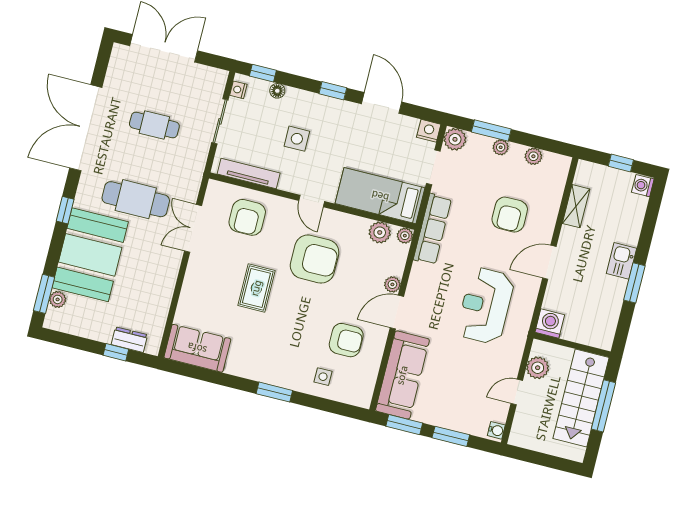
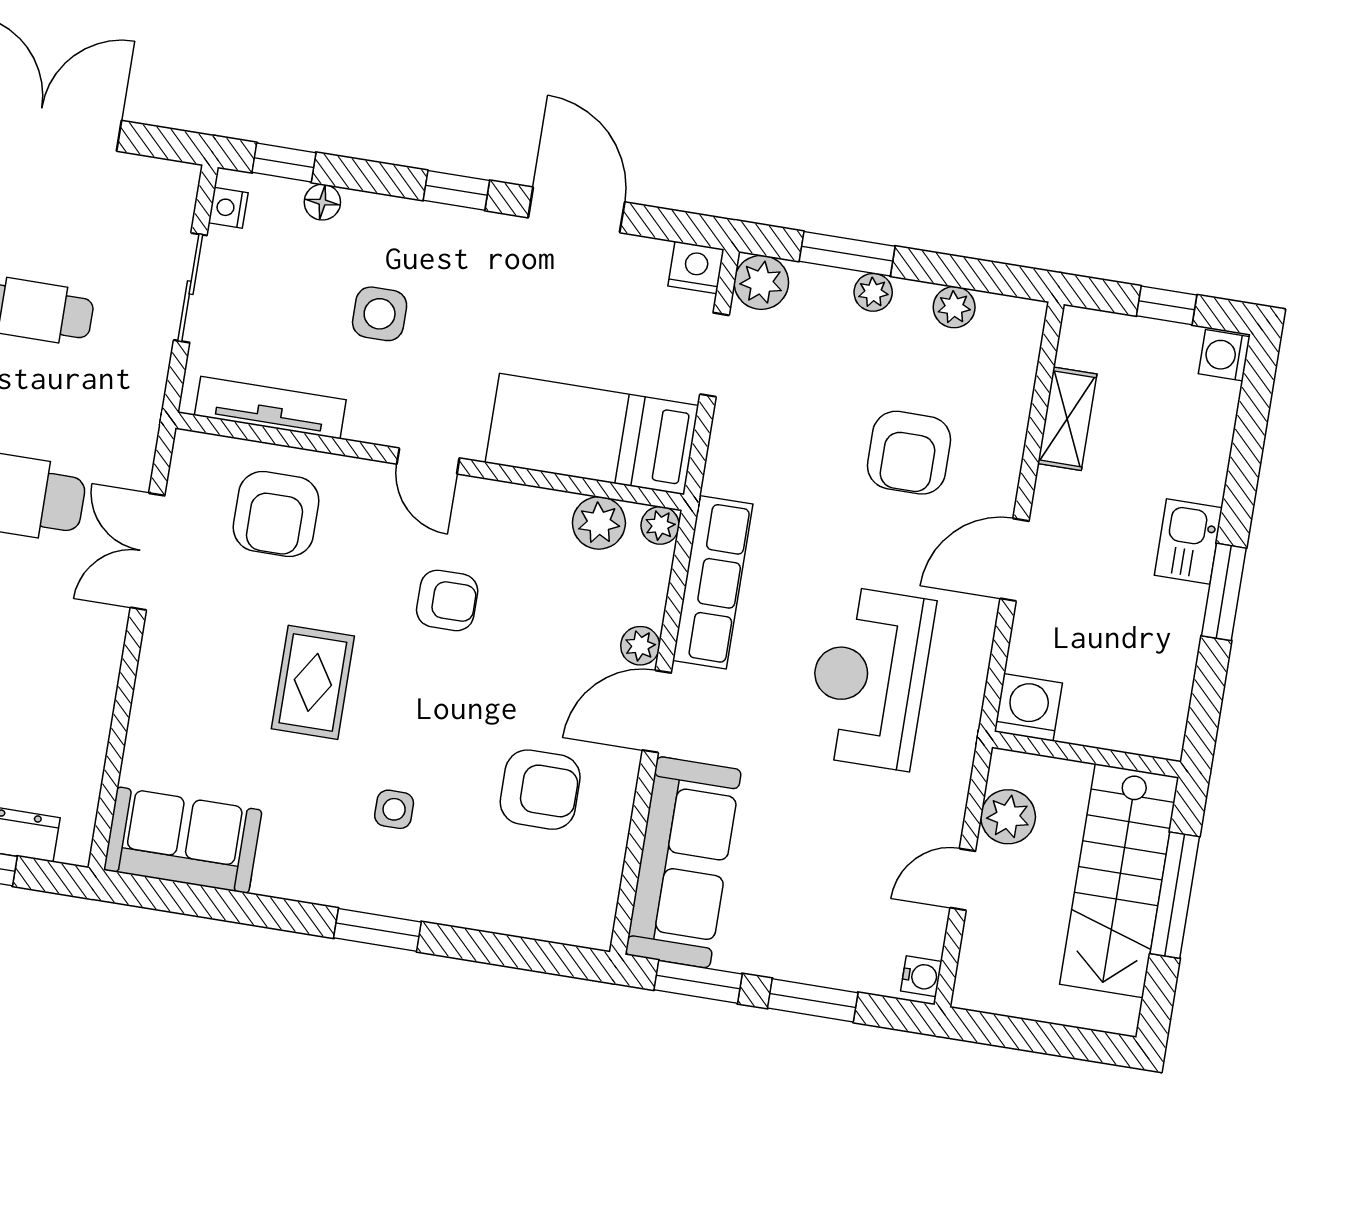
row of seats: (432, 229) -> (713, 582), moved
armchair: (315, 259) -> (447, 600), width x0.53, depth x0.53
side table: (323, 377) -> (394, 809), moved

